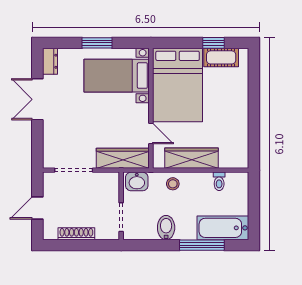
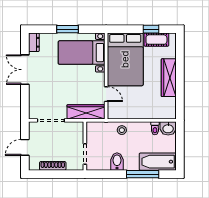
wardrobe: (192, 158) -> (169, 78), moved, turned -90
washbasin: (137, 181) -> (168, 128), moved

